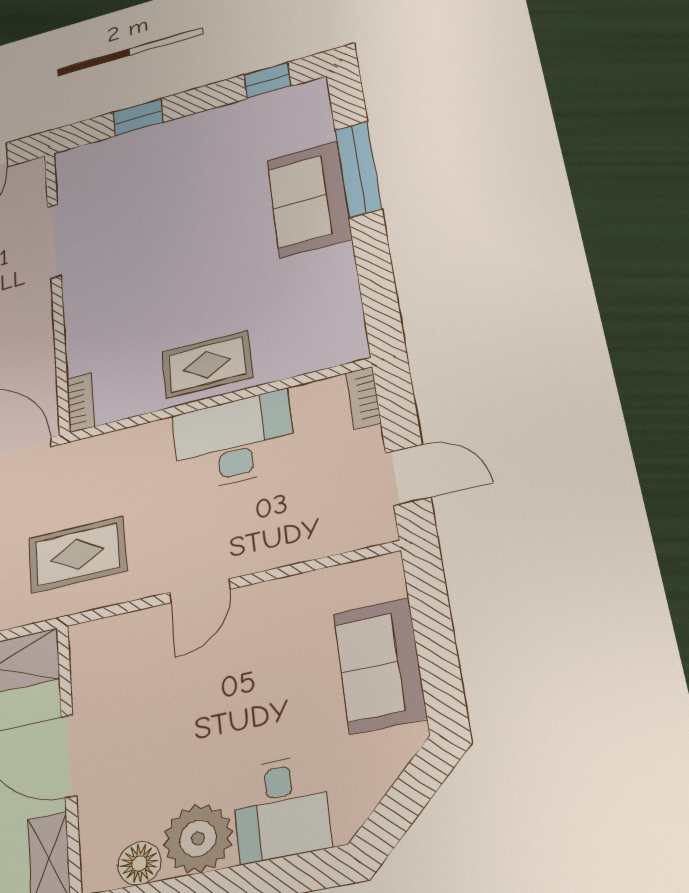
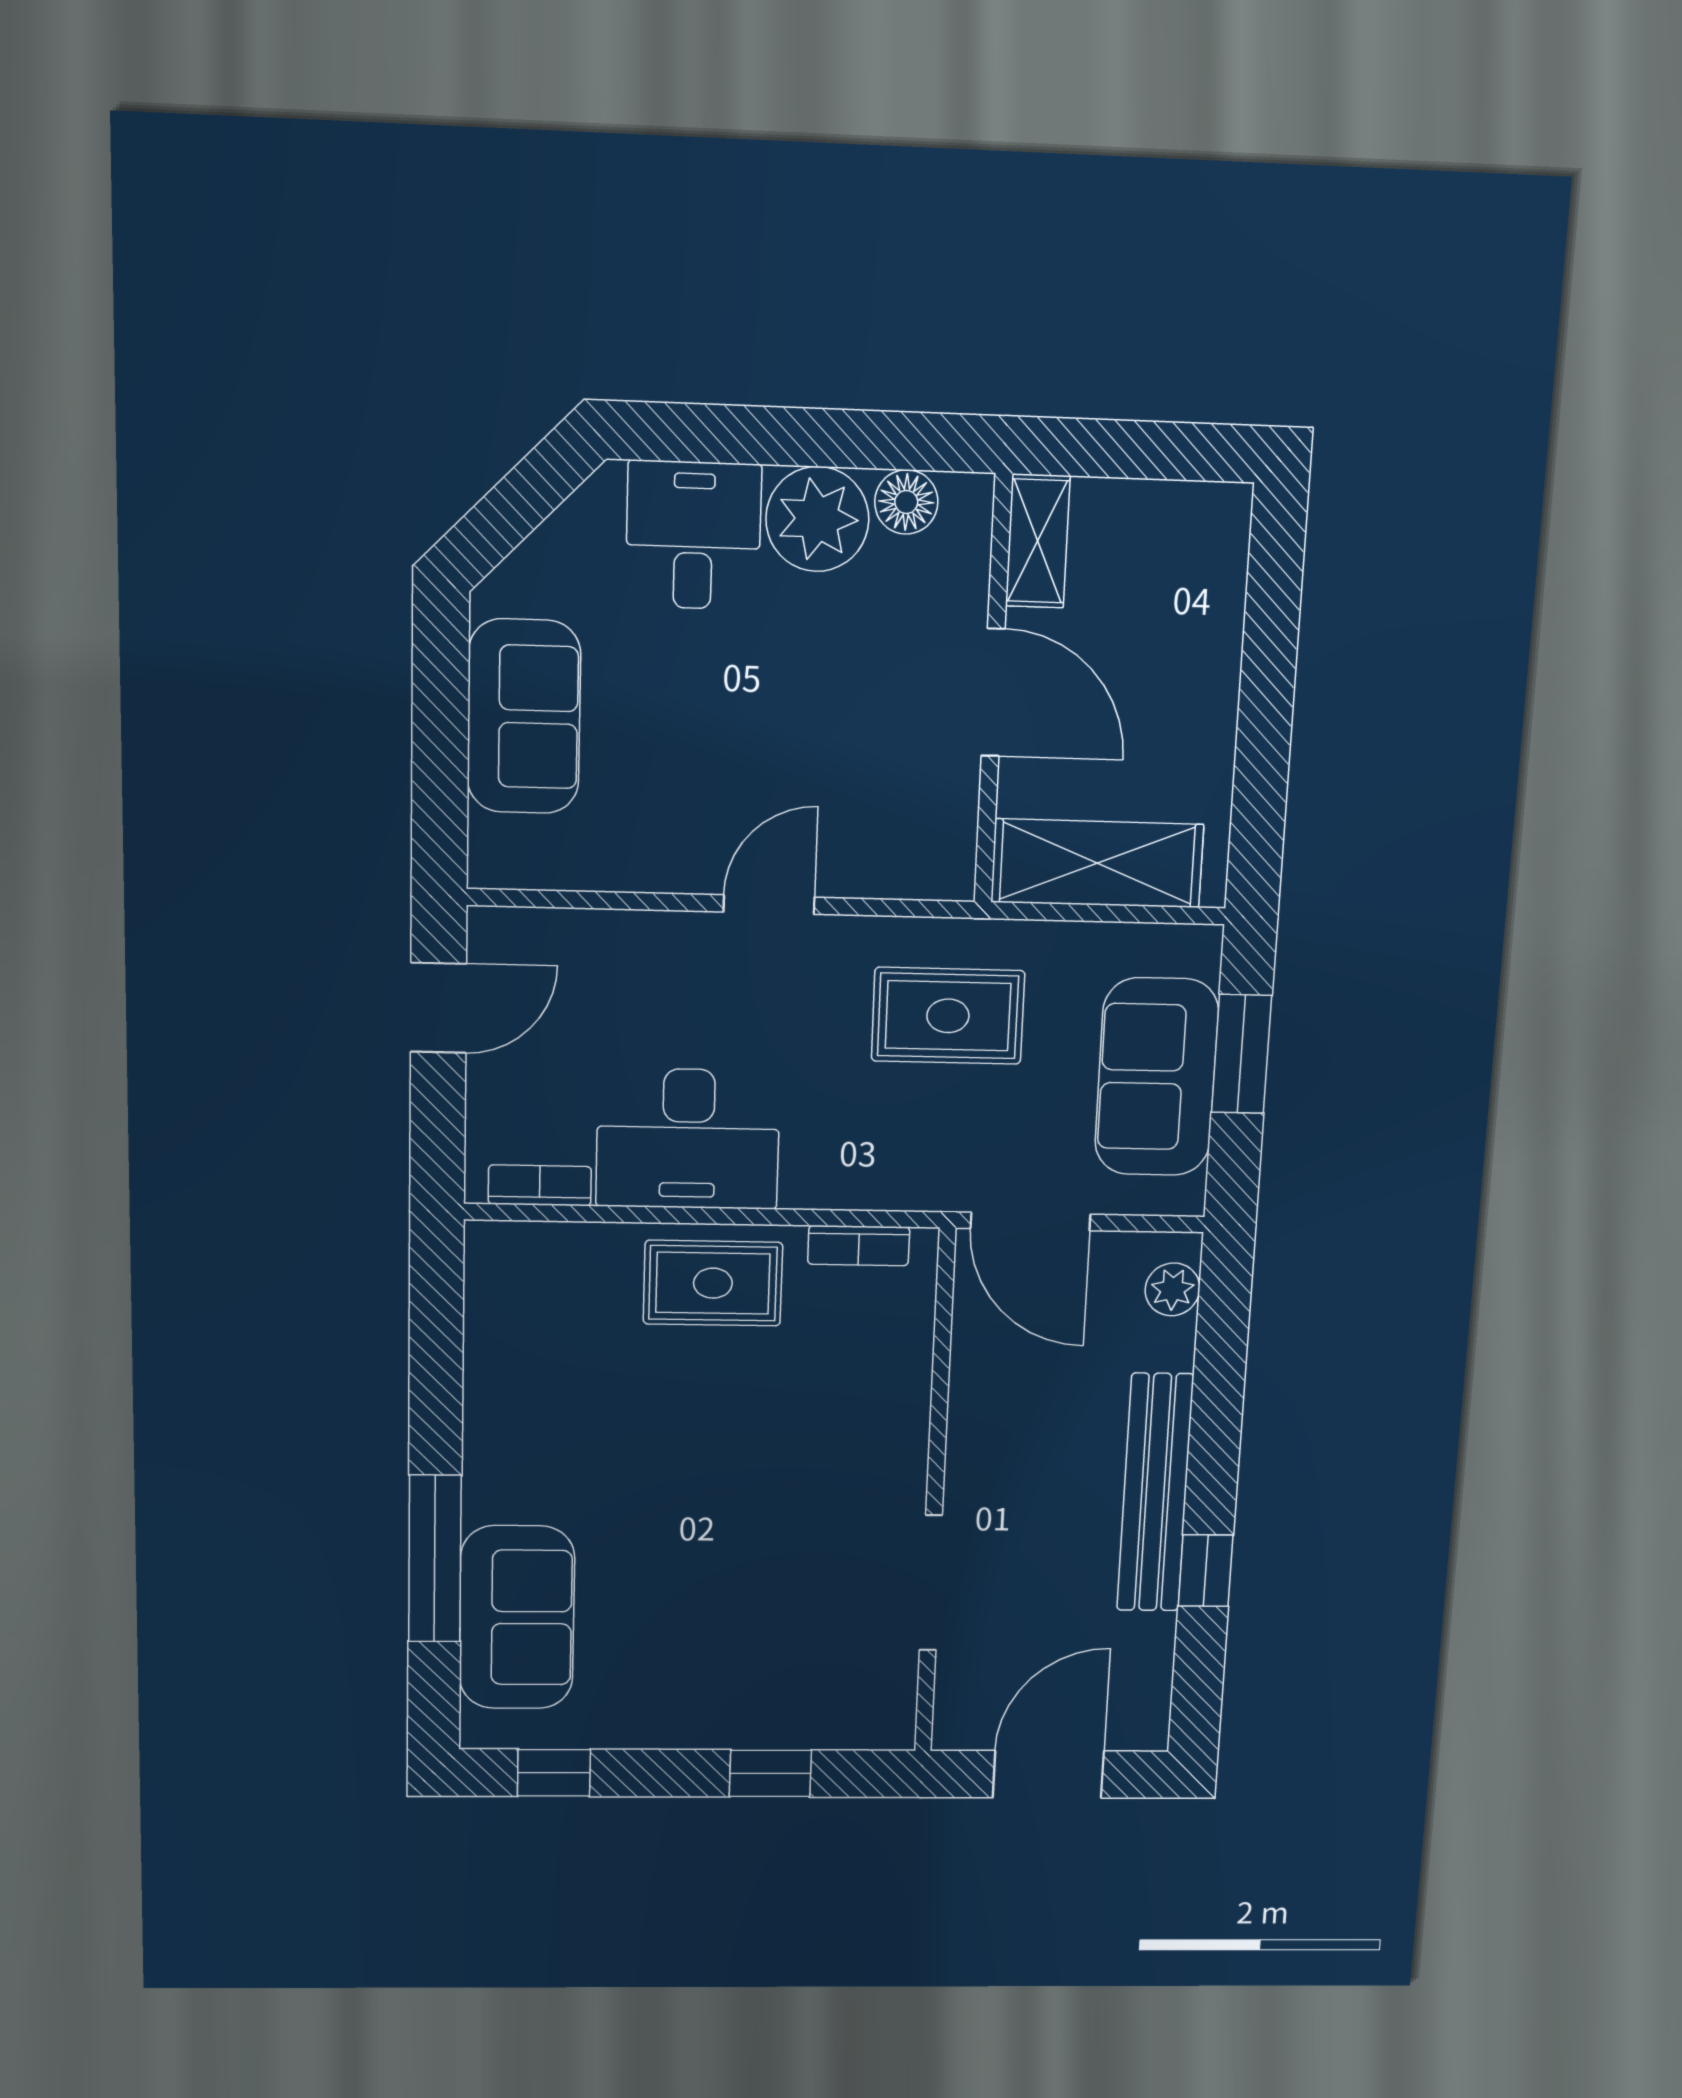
sofa: (309, 199) -> (517, 1618), moved
bookcase: (363, 398) -> (540, 1185), moved, turned -90
bookcase: (80, 403) -> (859, 1246), moved, turned -90
door: (408, 475) -> (438, 1008), swing flipped

